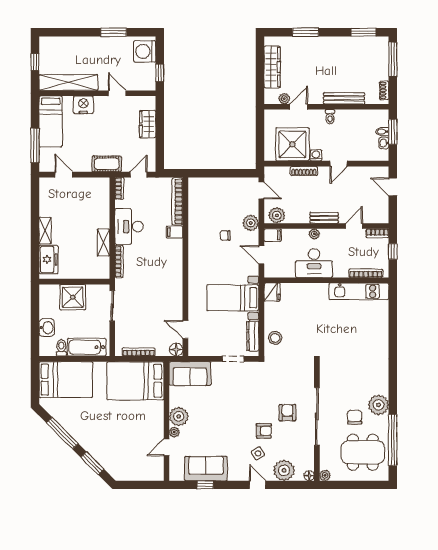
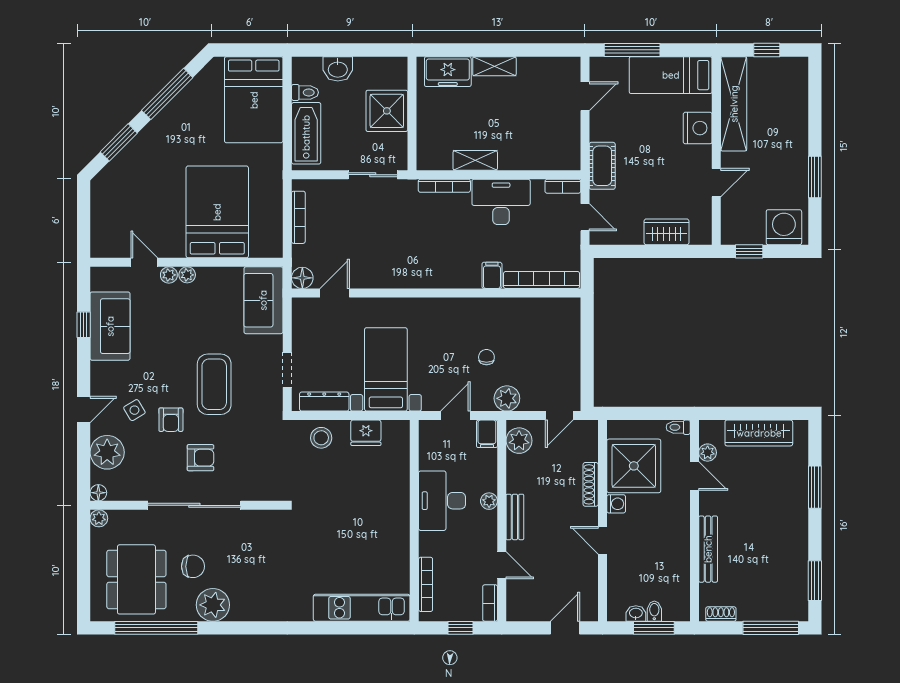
toilet: (330, 117) -> (678, 427), moved
kitchen unit: (359, 291) -> (362, 608), moved, turned 90
fridge: (272, 292) -> (366, 433), moved
bed: (135, 381) -> (217, 212), moved
coffee table: (242, 404) -> (214, 384), added
plant: (179, 416) -> (187, 275), width x0.53, depth x0.53

